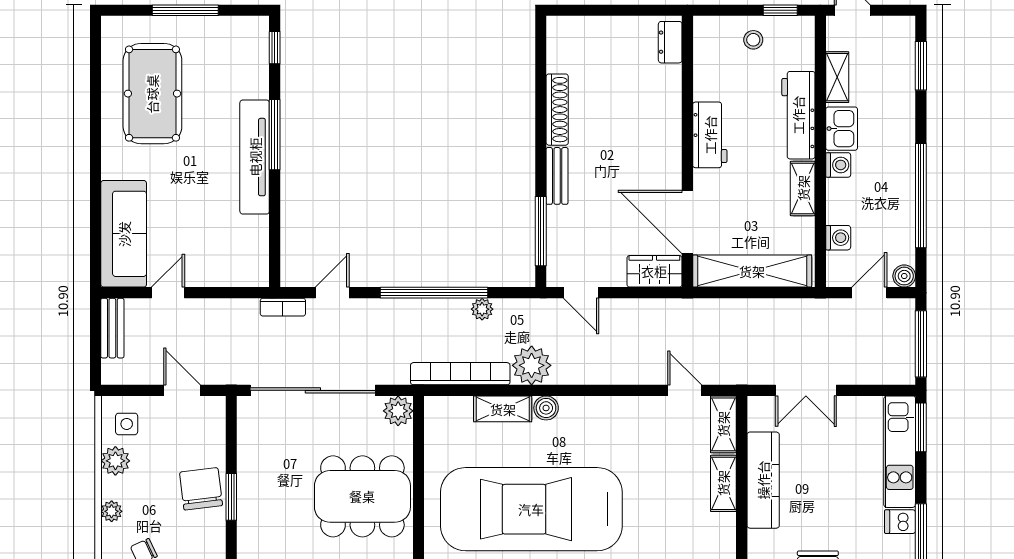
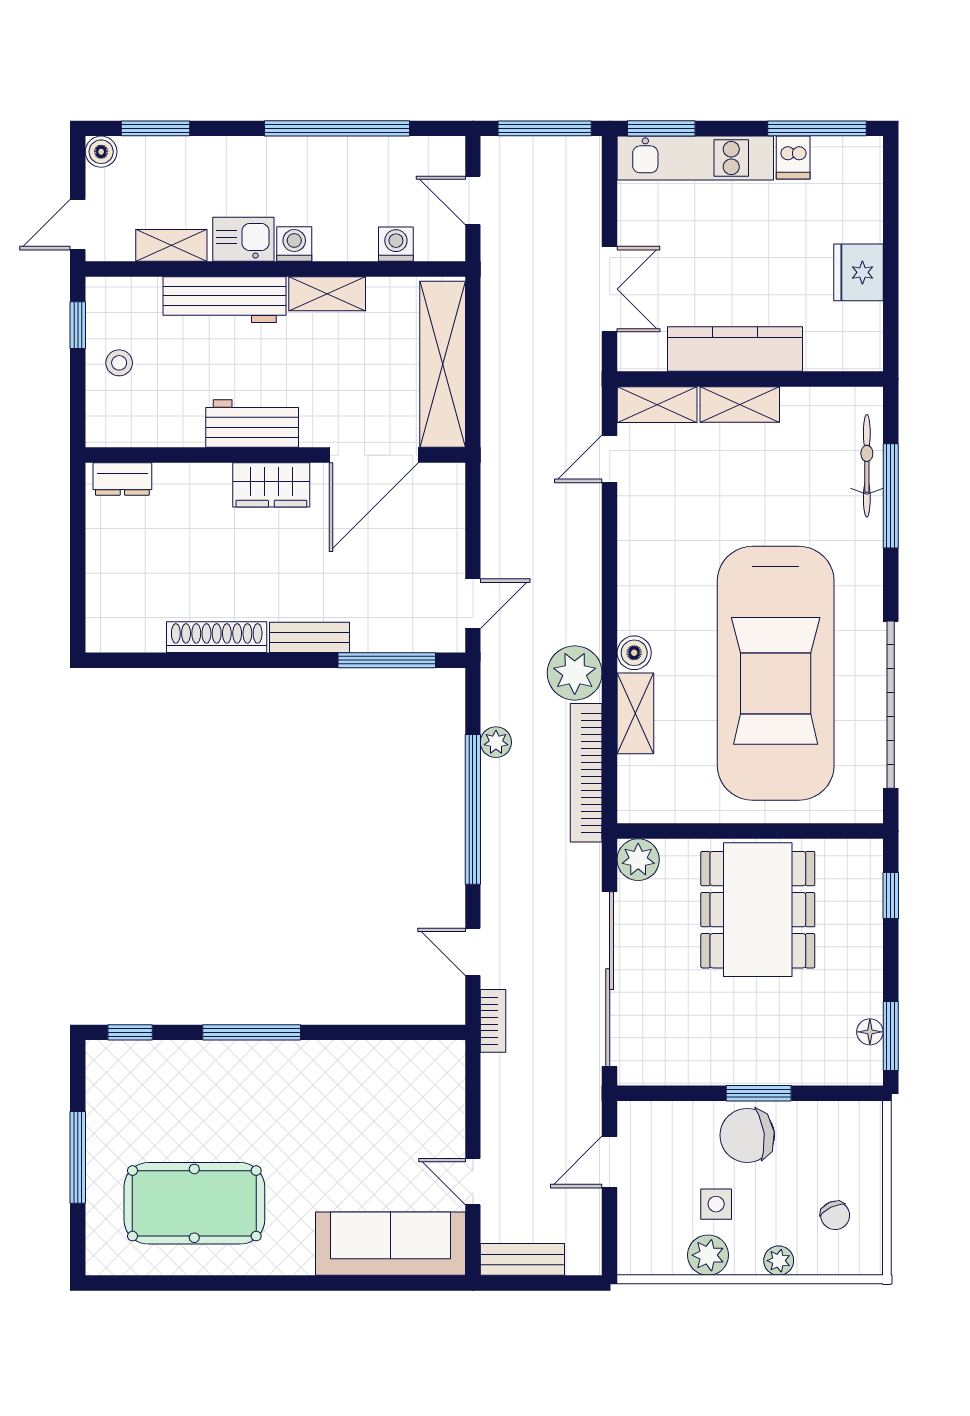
tv unit: (255, 157) -> (283, 1060), removed
wardrobe: (654, 271) -> (271, 485), moved, turned -90
boiler: (904, 276) -> (101, 152), moved
side table: (127, 424) -> (716, 1204), moved

